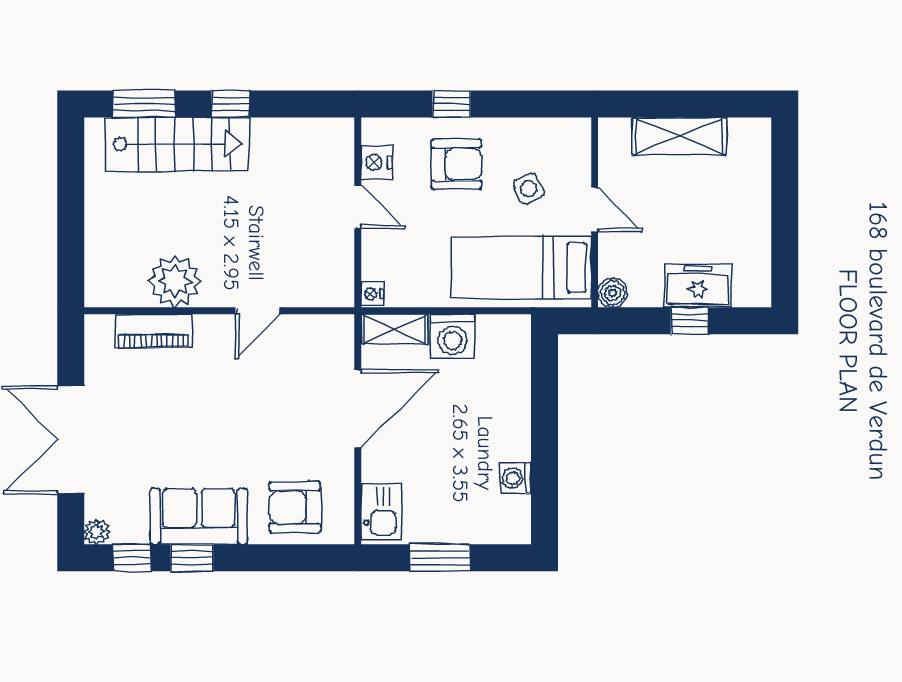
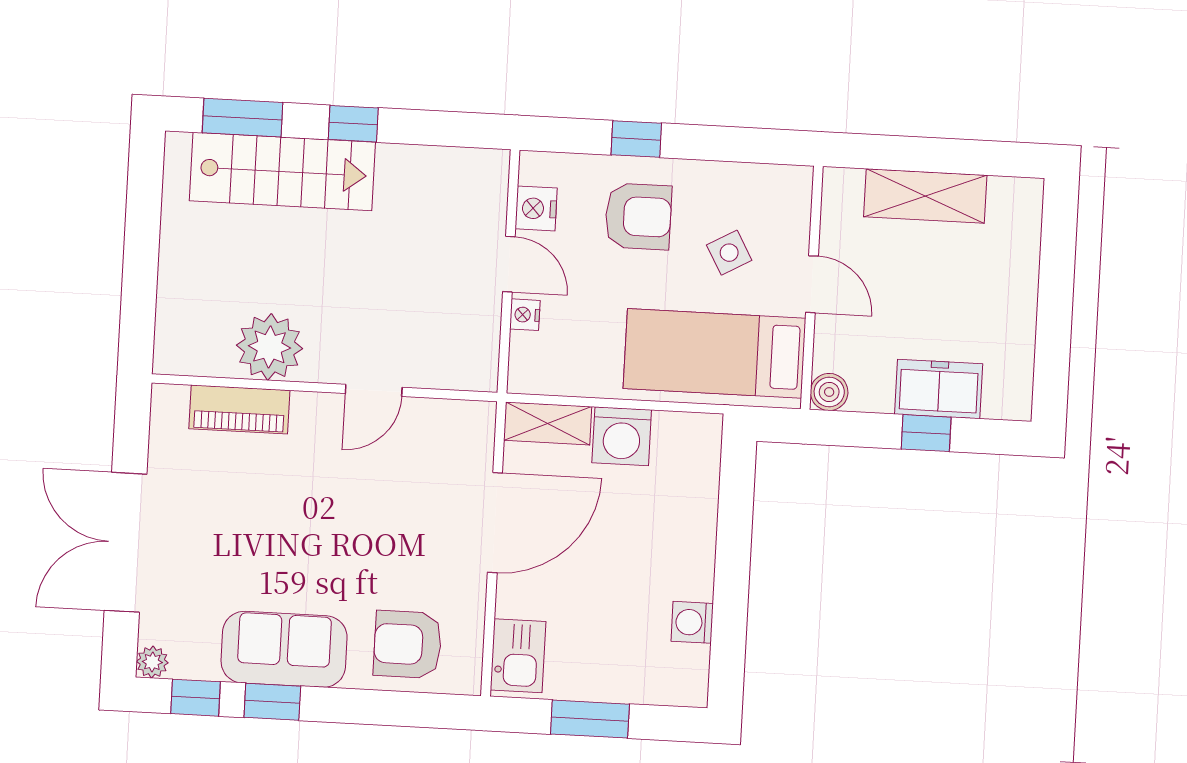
nightstand: (372, 294) -> (525, 315), moved

